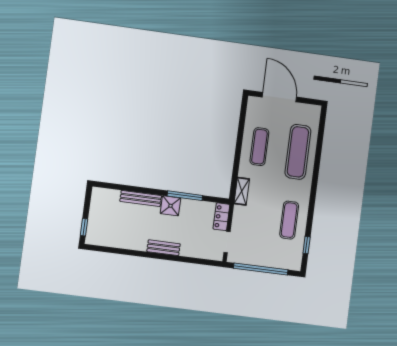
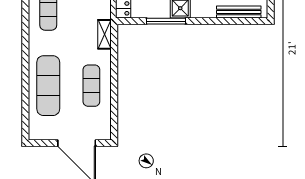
bench: (141, 198) -> (239, 12), moved

